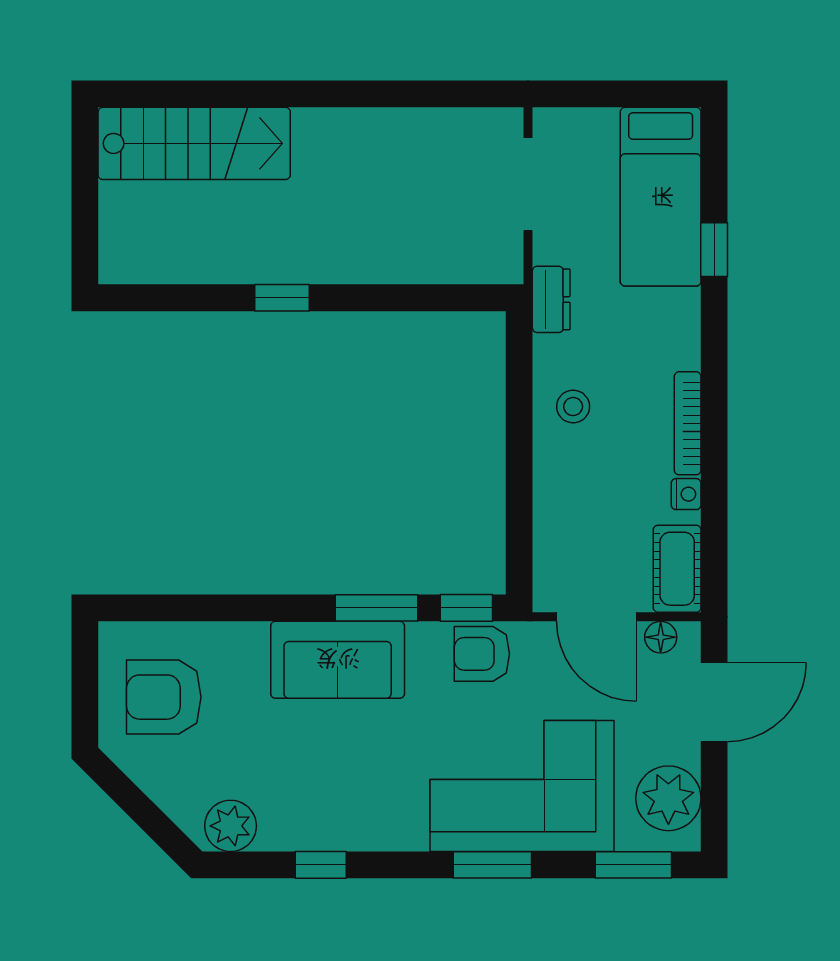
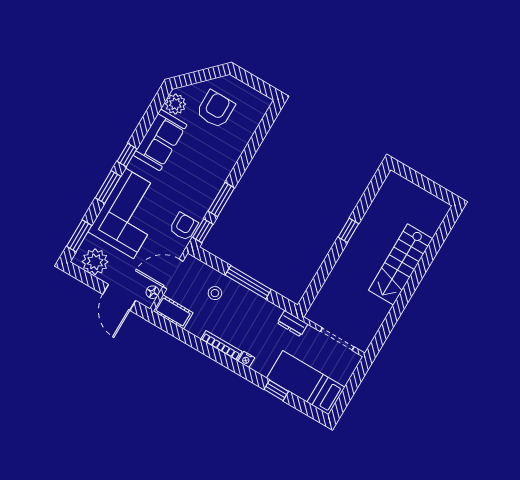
stairs: (194, 143) -> (401, 264), moved
stool: (573, 407) -> (215, 293), moved
window: (519, 446) -> (248, 282), added
nightstand: (686, 494) -> (246, 359), moved
sofa: (338, 660) -> (160, 140), moved, turned 180
armchair: (164, 697) -> (215, 109), moved
window: (321, 865) -> (127, 155), moved

